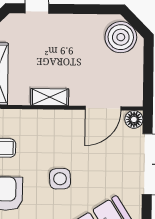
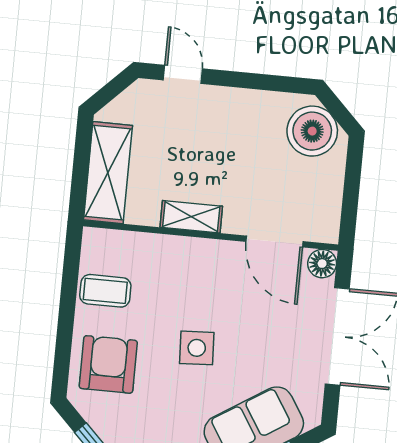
door: (103, 108) -> (274, 242), hinge flipped

